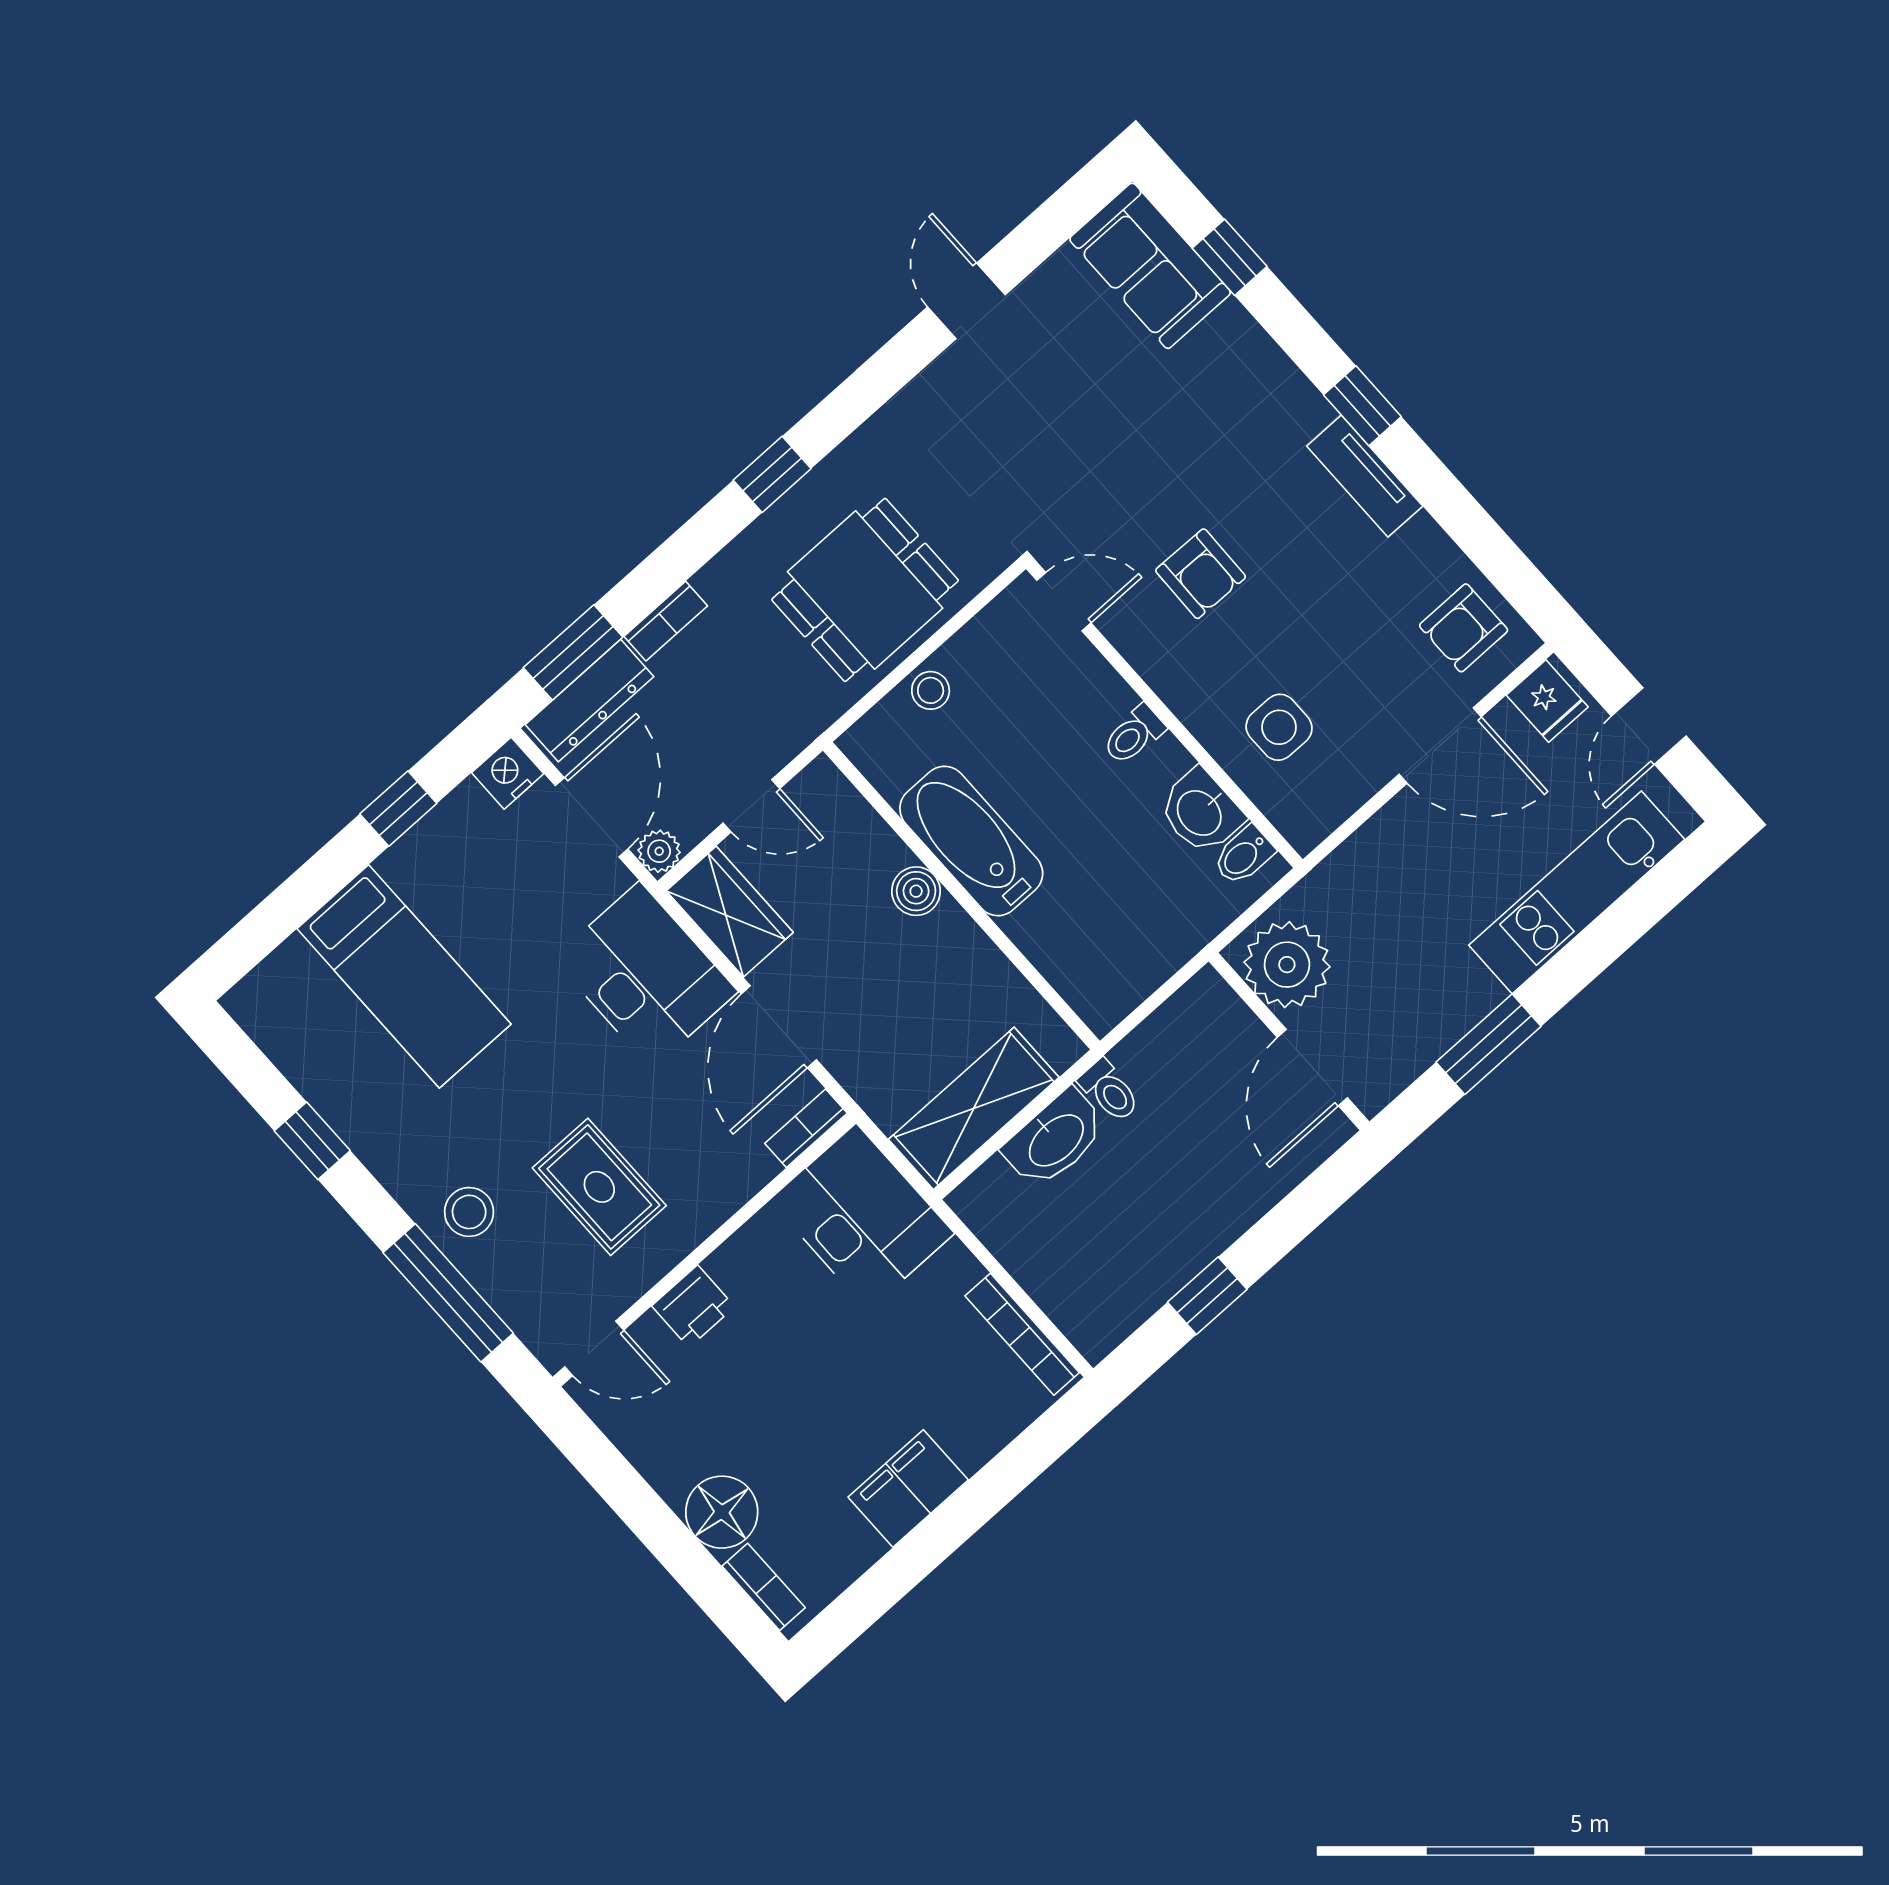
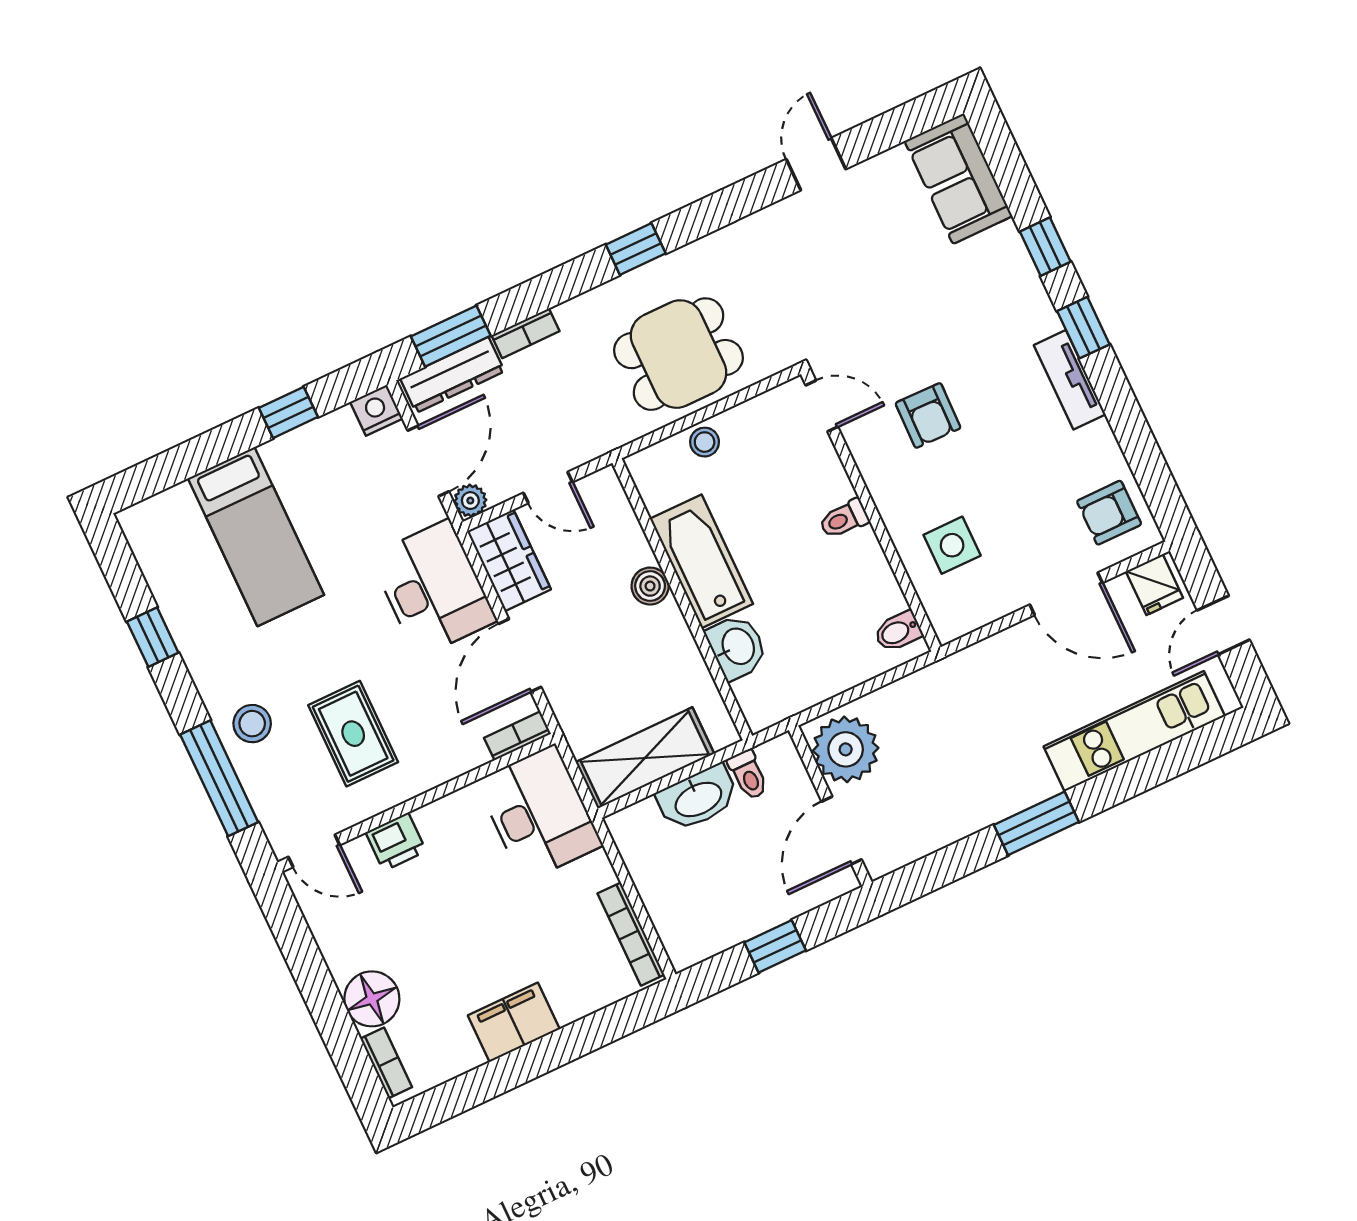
window: (1230, 257) -> (1045, 247), moved
washbasin: (1201, 812) -> (737, 647), moved, turned 180
plant: (1287, 965) -> (846, 749), moved
wall: (1289, 1041) -> (830, 806), moved
door: (1312, 1068) -> (842, 830), moved

